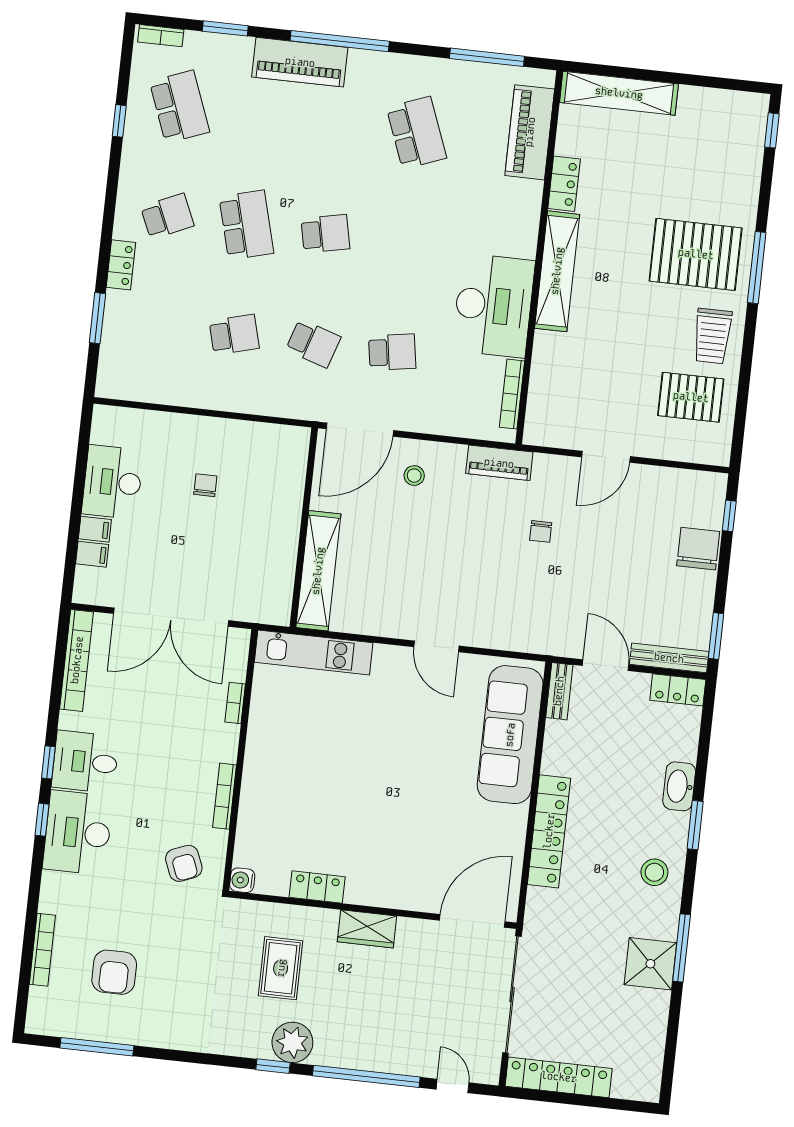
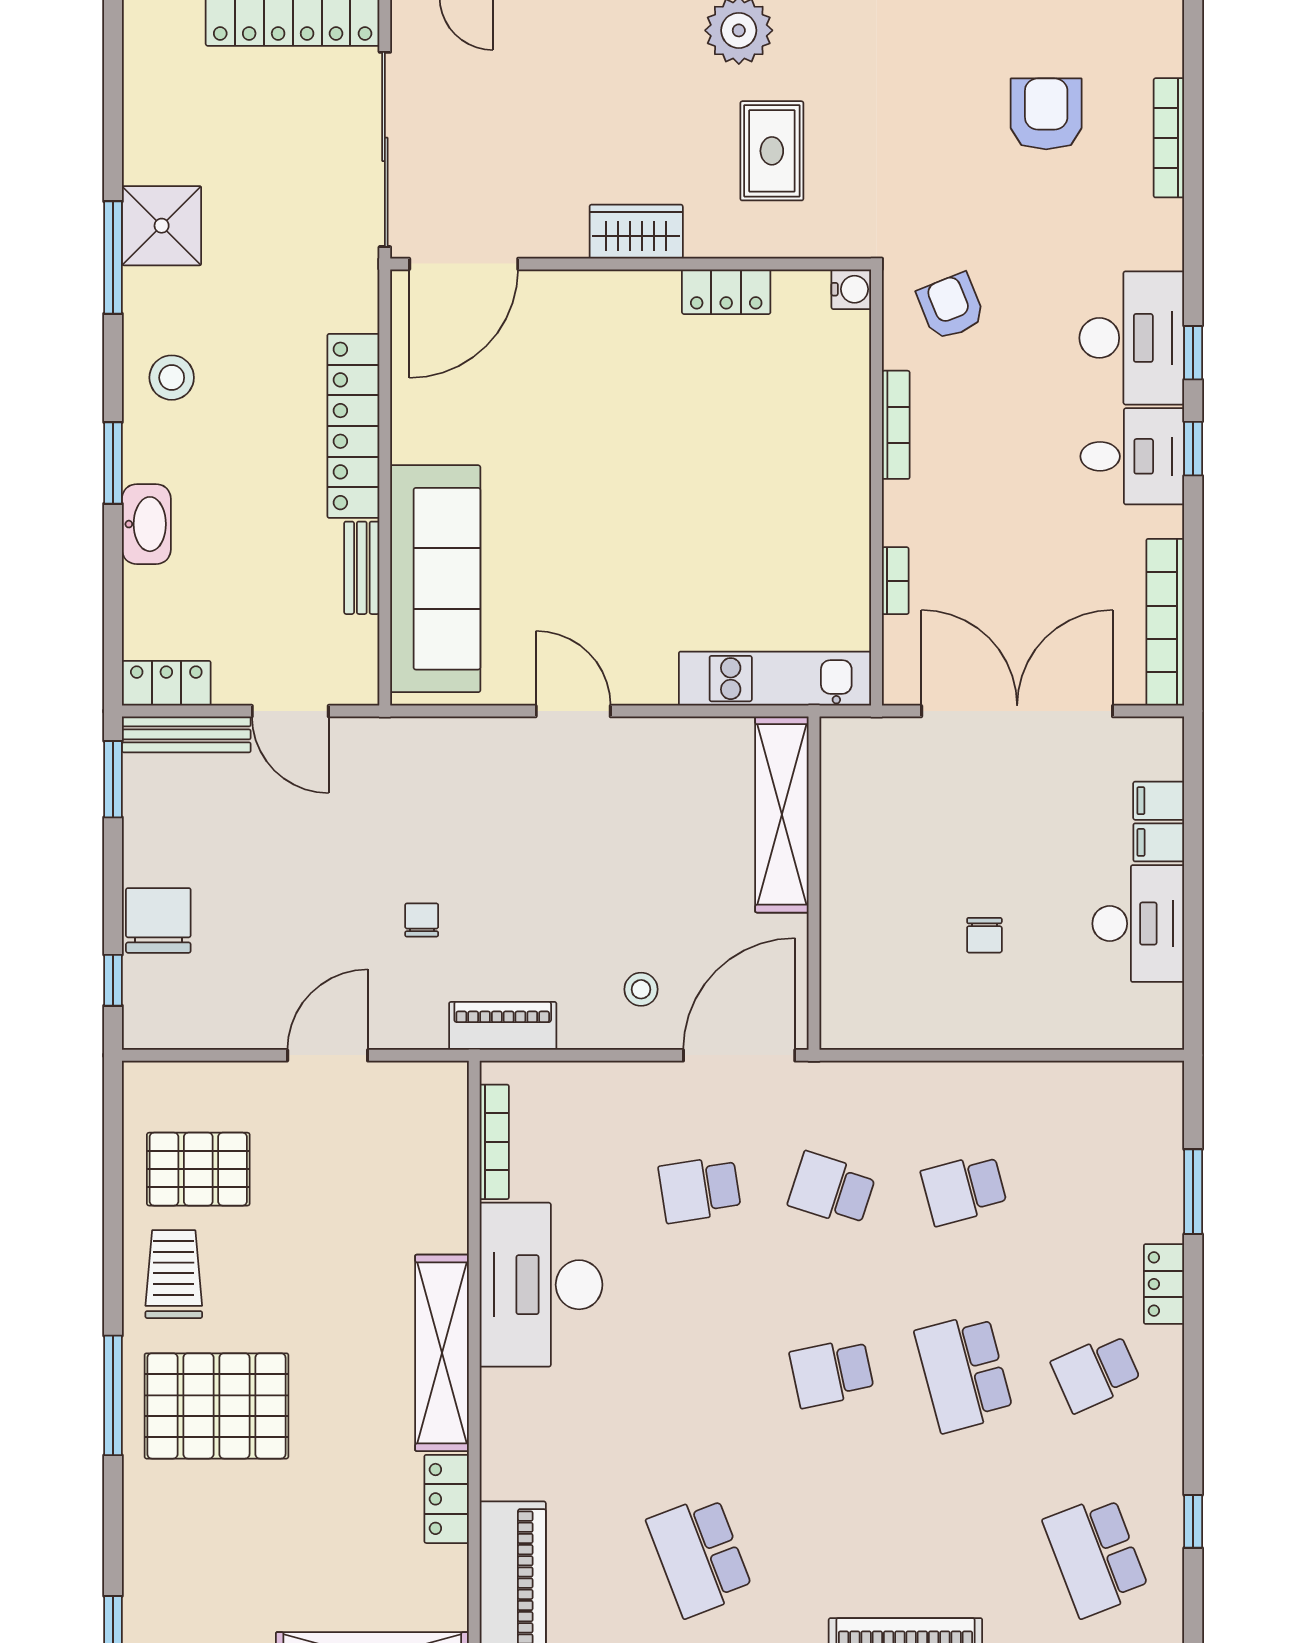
chair: (698, 549) -> (158, 920), turned 180
bench: (559, 691) -> (362, 568), moved

